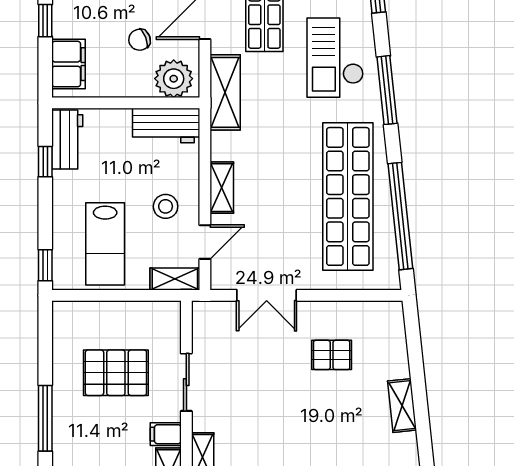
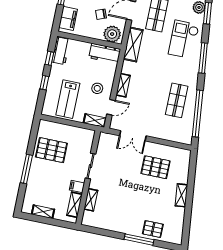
shop shelf: (348, 196) -> (177, 100), width x0.50, depth x0.74
window: (45, 265) -> (44, 83), moved
pallet: (332, 355) -> (156, 167), width x1.50, depth x1.42
pallet: (116, 373) -> (51, 150), moved

